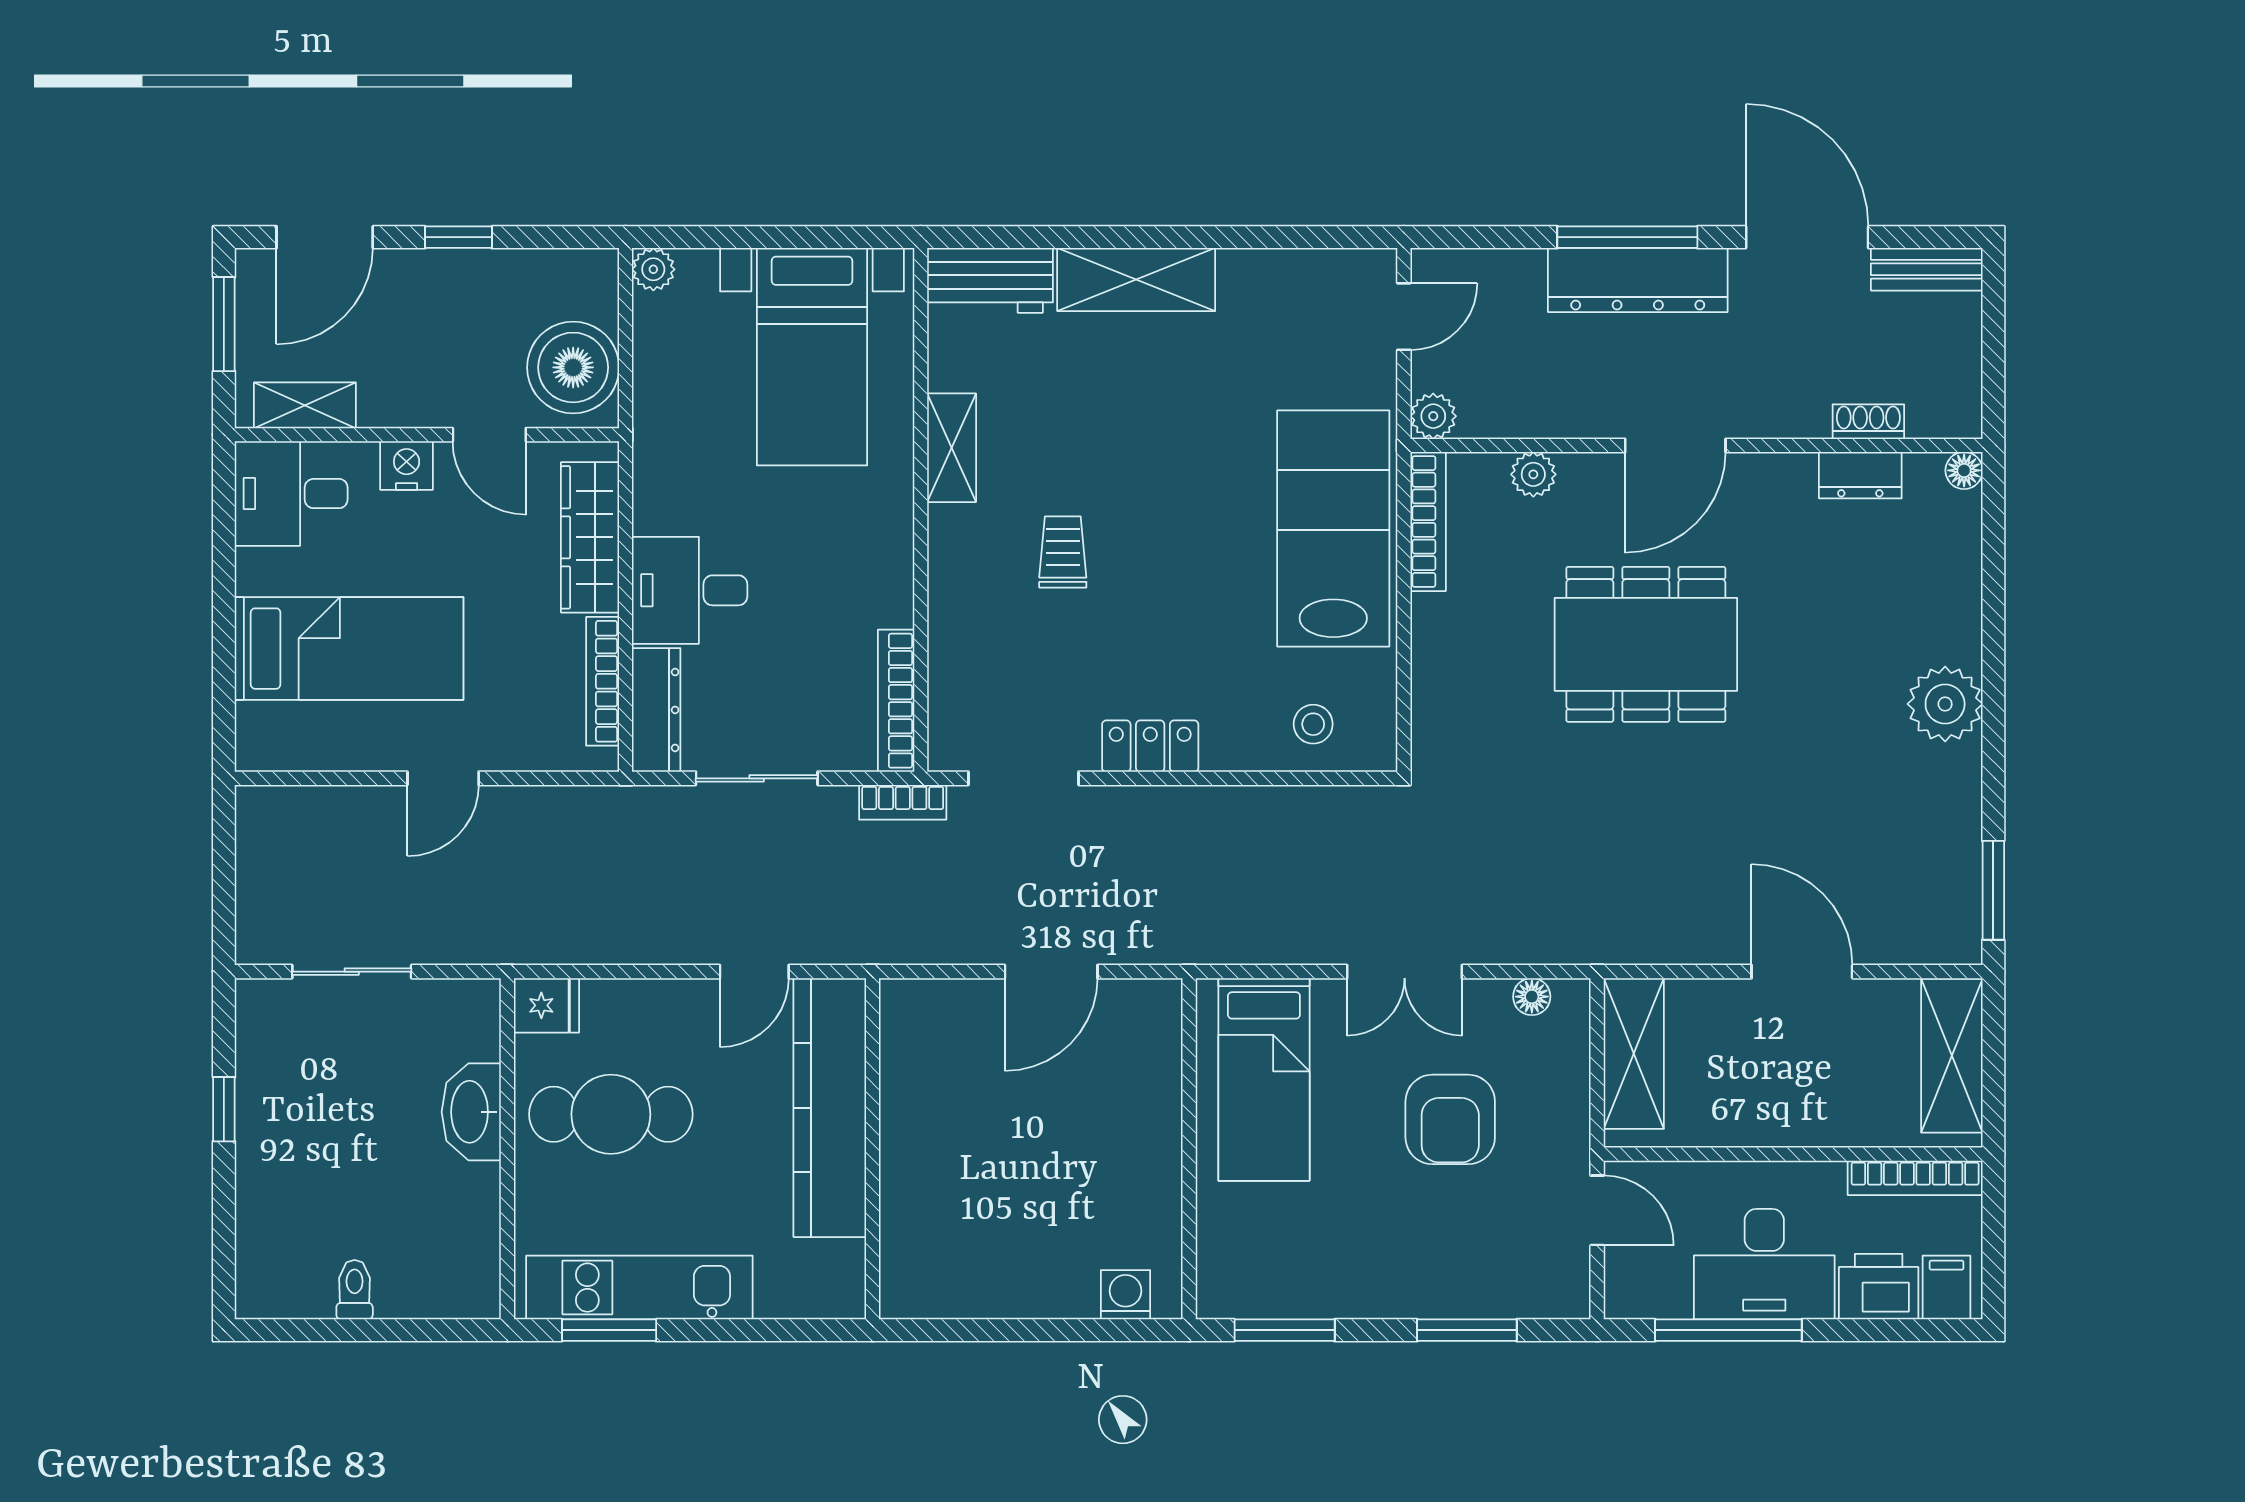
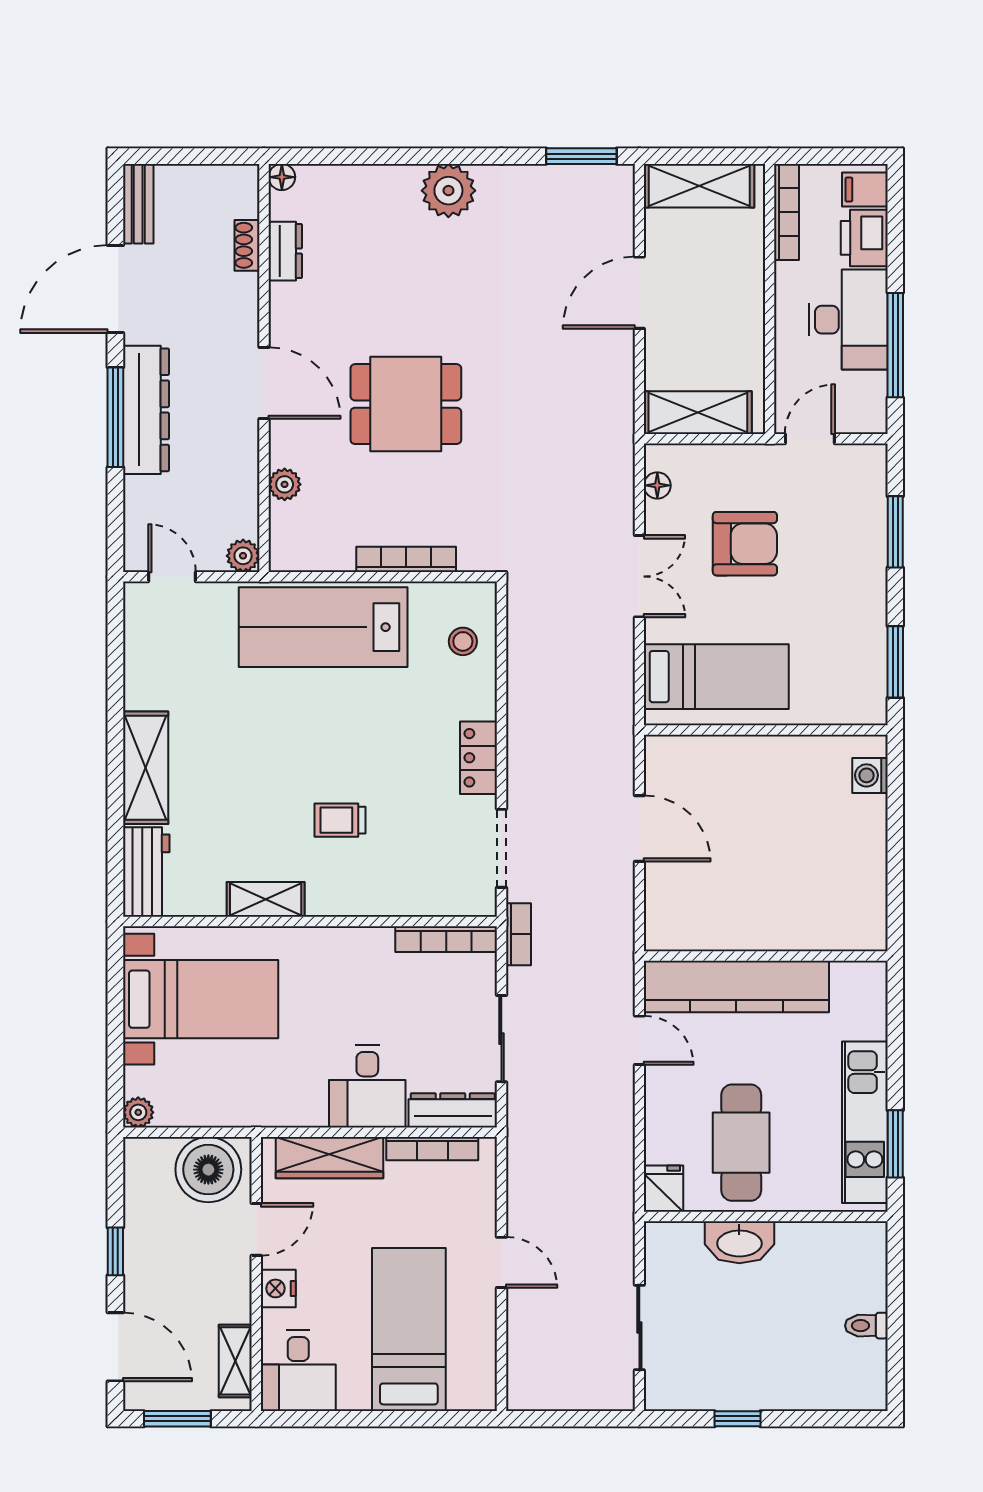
bookcase: (1428, 521) -> (406, 559), moved
dining table: (1646, 644) -> (406, 404), width x0.73

